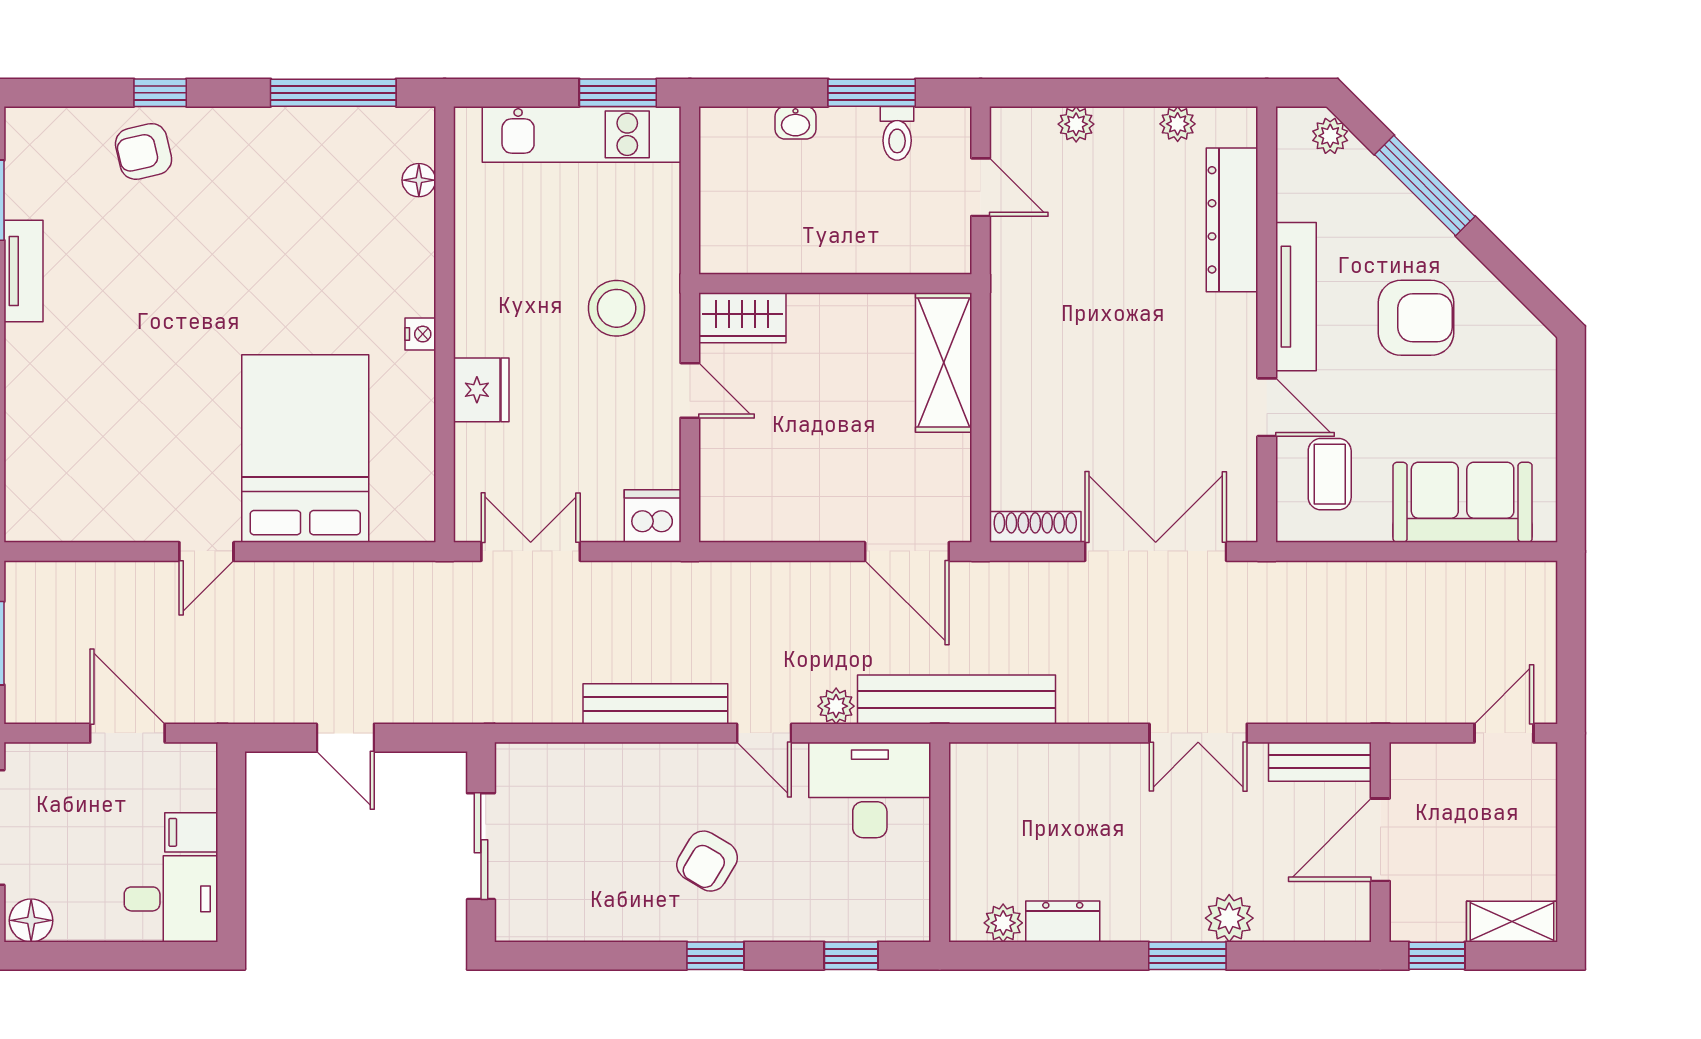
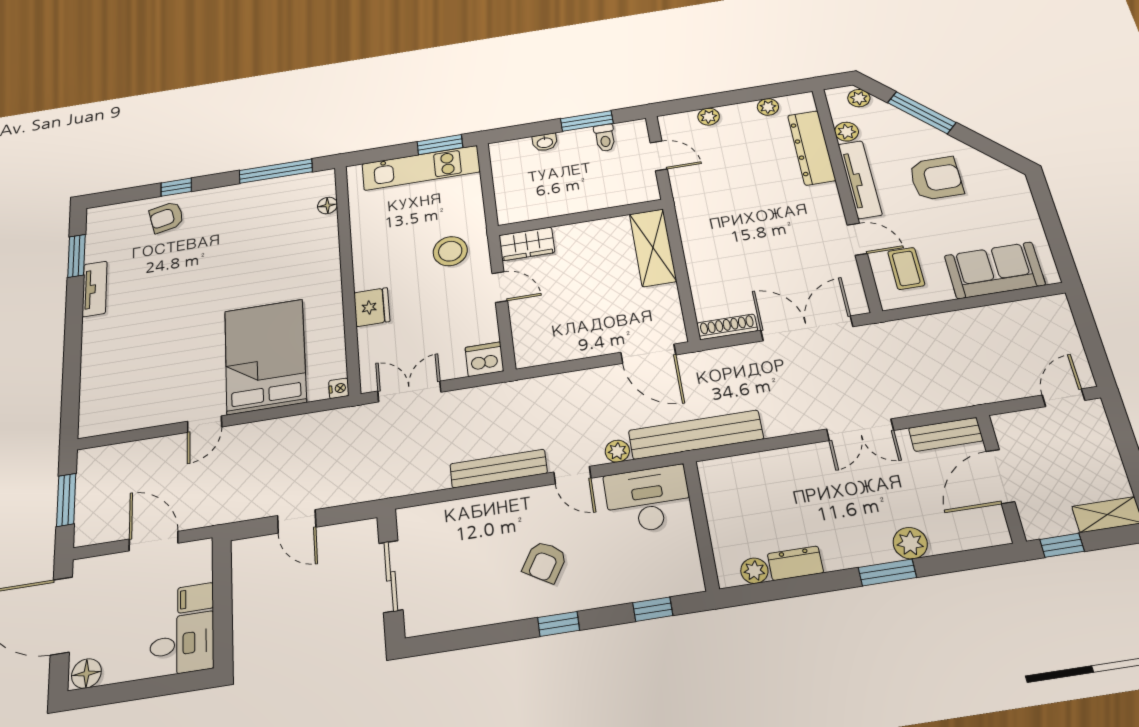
plant: (1295, 199) -> (847, 132), added
nightstand: (420, 334) -> (339, 388), moved

